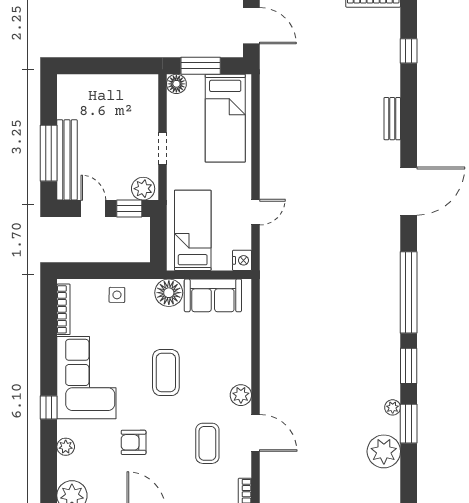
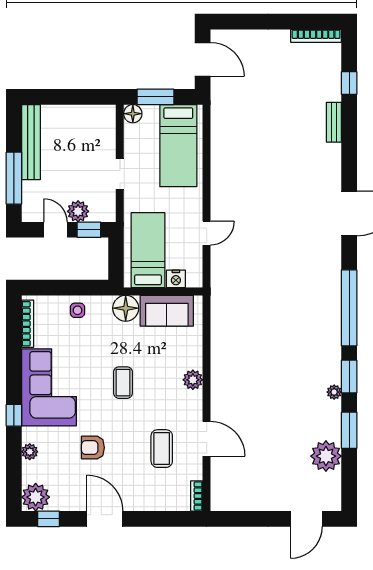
bench: (392, 119) -> (334, 122), moved
bench: (67, 160) -> (31, 142), moved
plant: (143, 189) -> (78, 211), moved
nightstand: (242, 260) -> (176, 279), moved, turned 90
coffee table: (166, 373) -> (123, 383), width x0.73, depth x0.77
plant: (241, 395) -> (193, 380), moved
plant: (393, 407) -> (334, 392), moved

